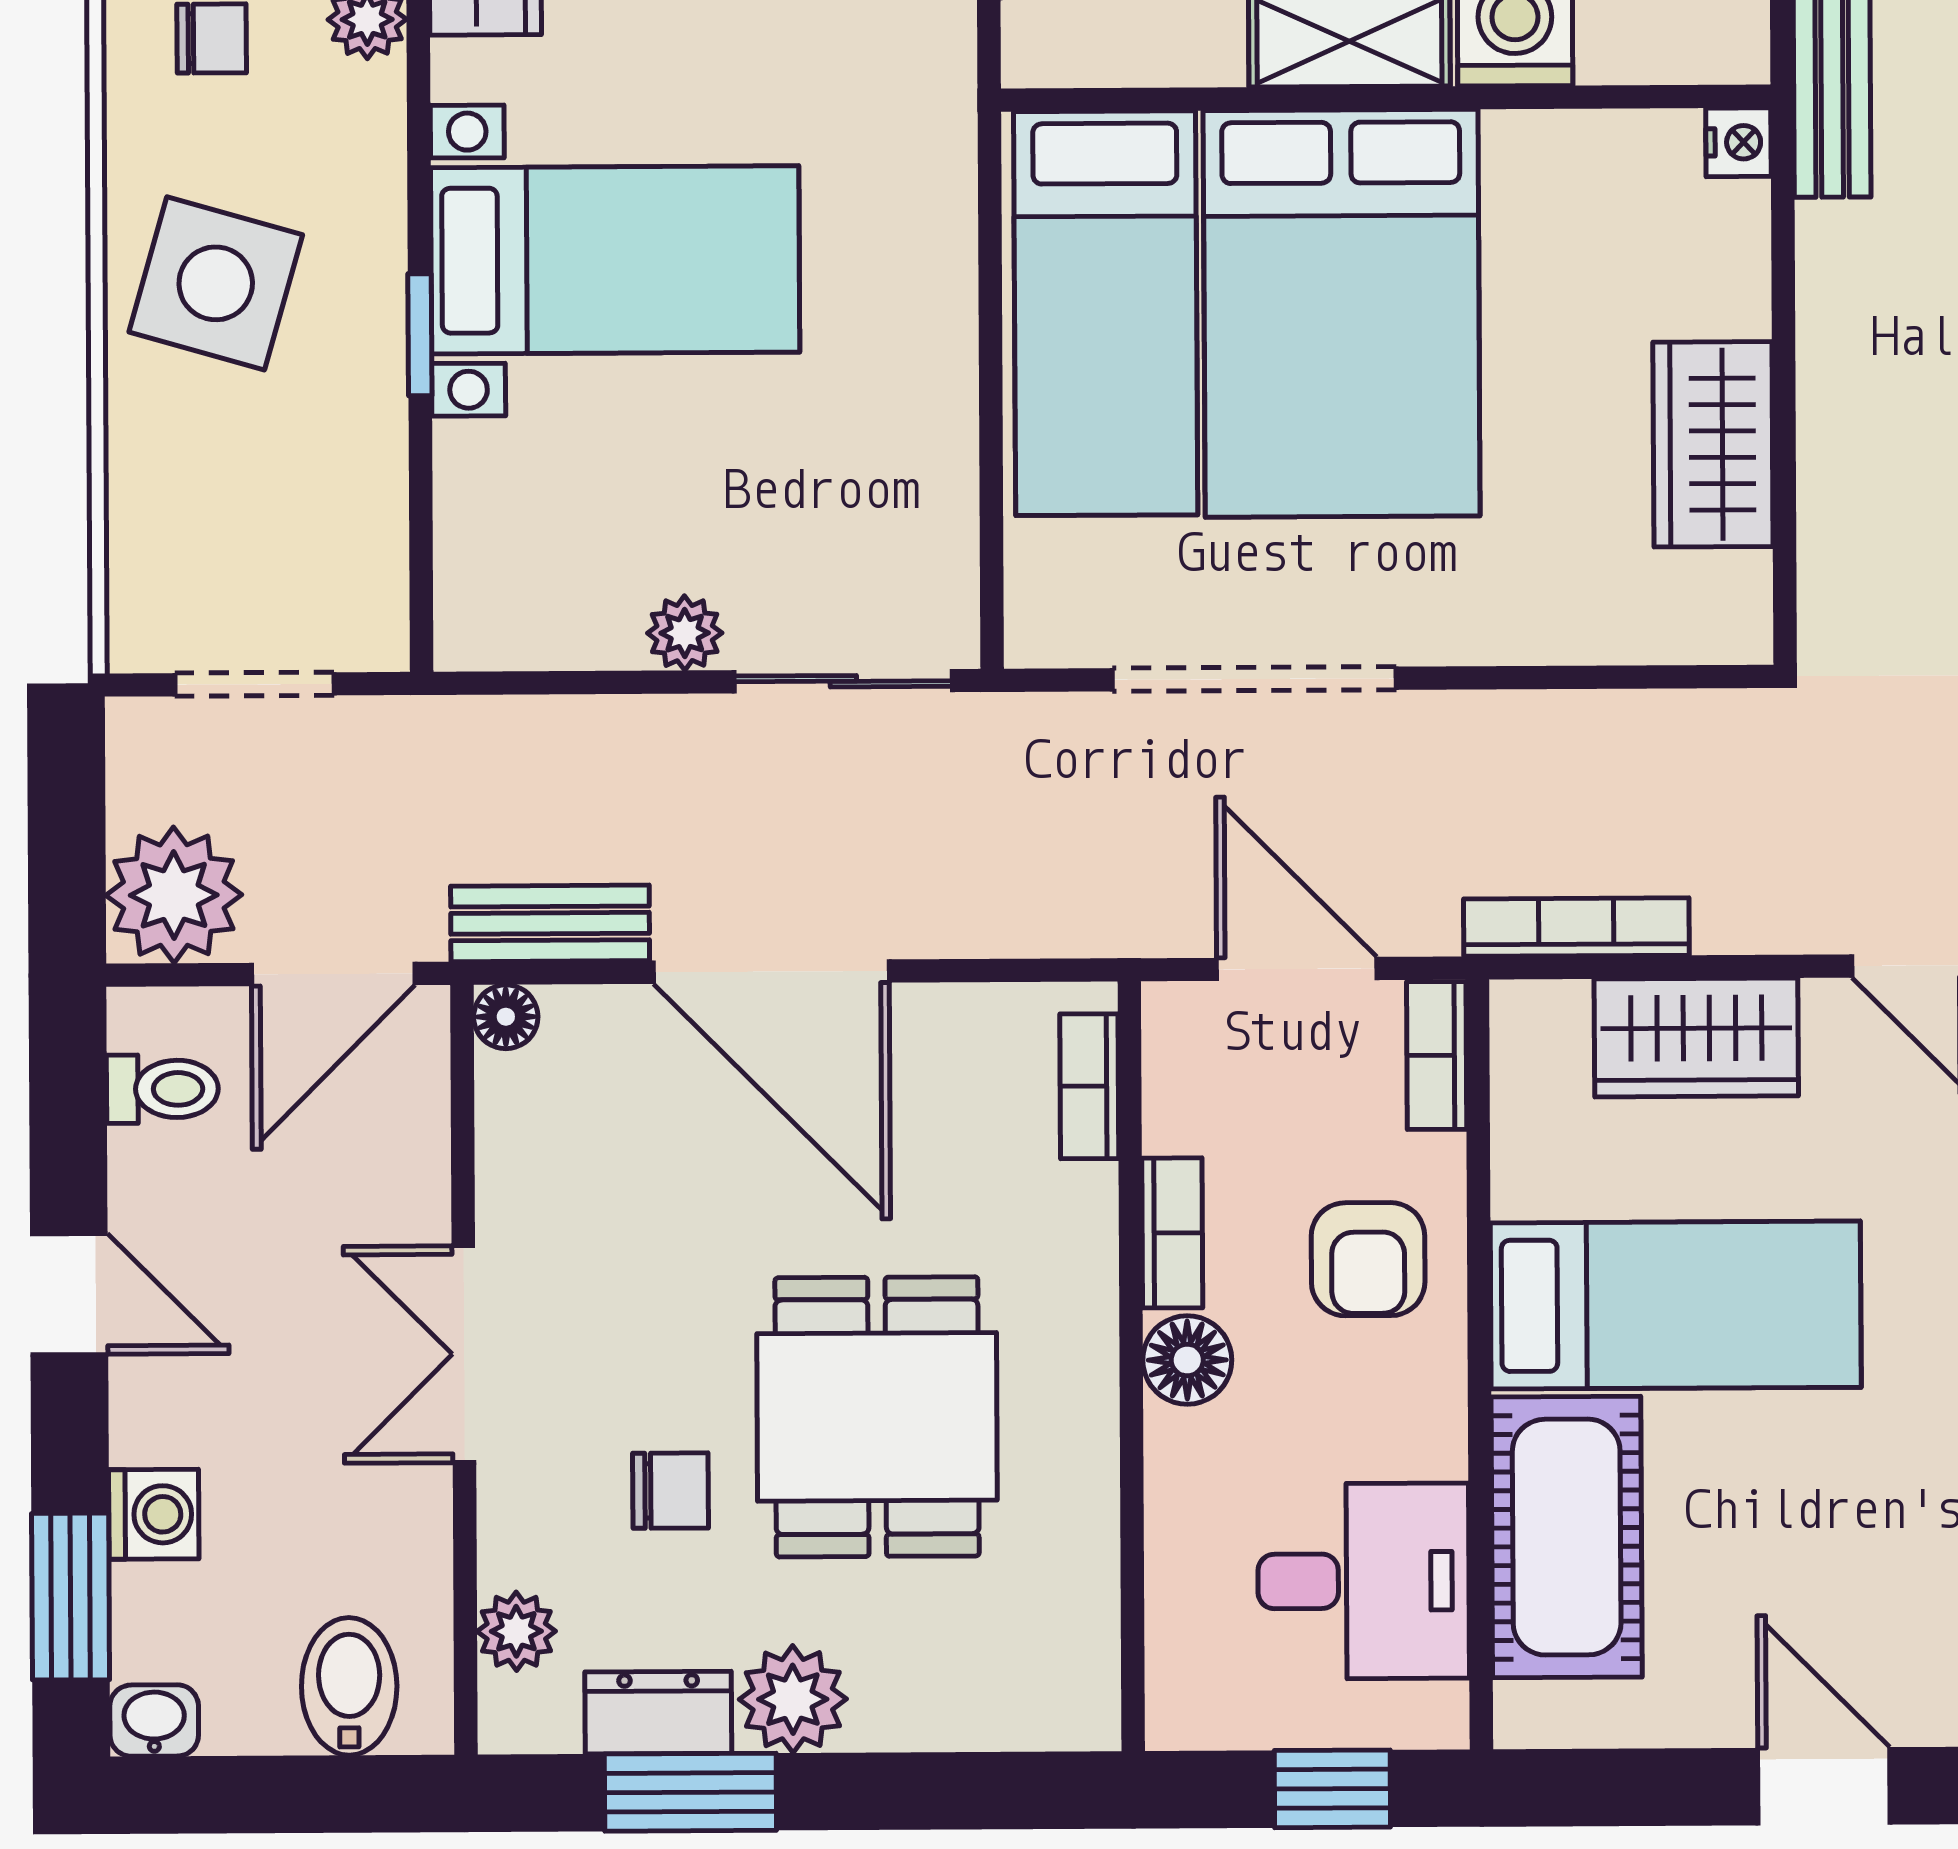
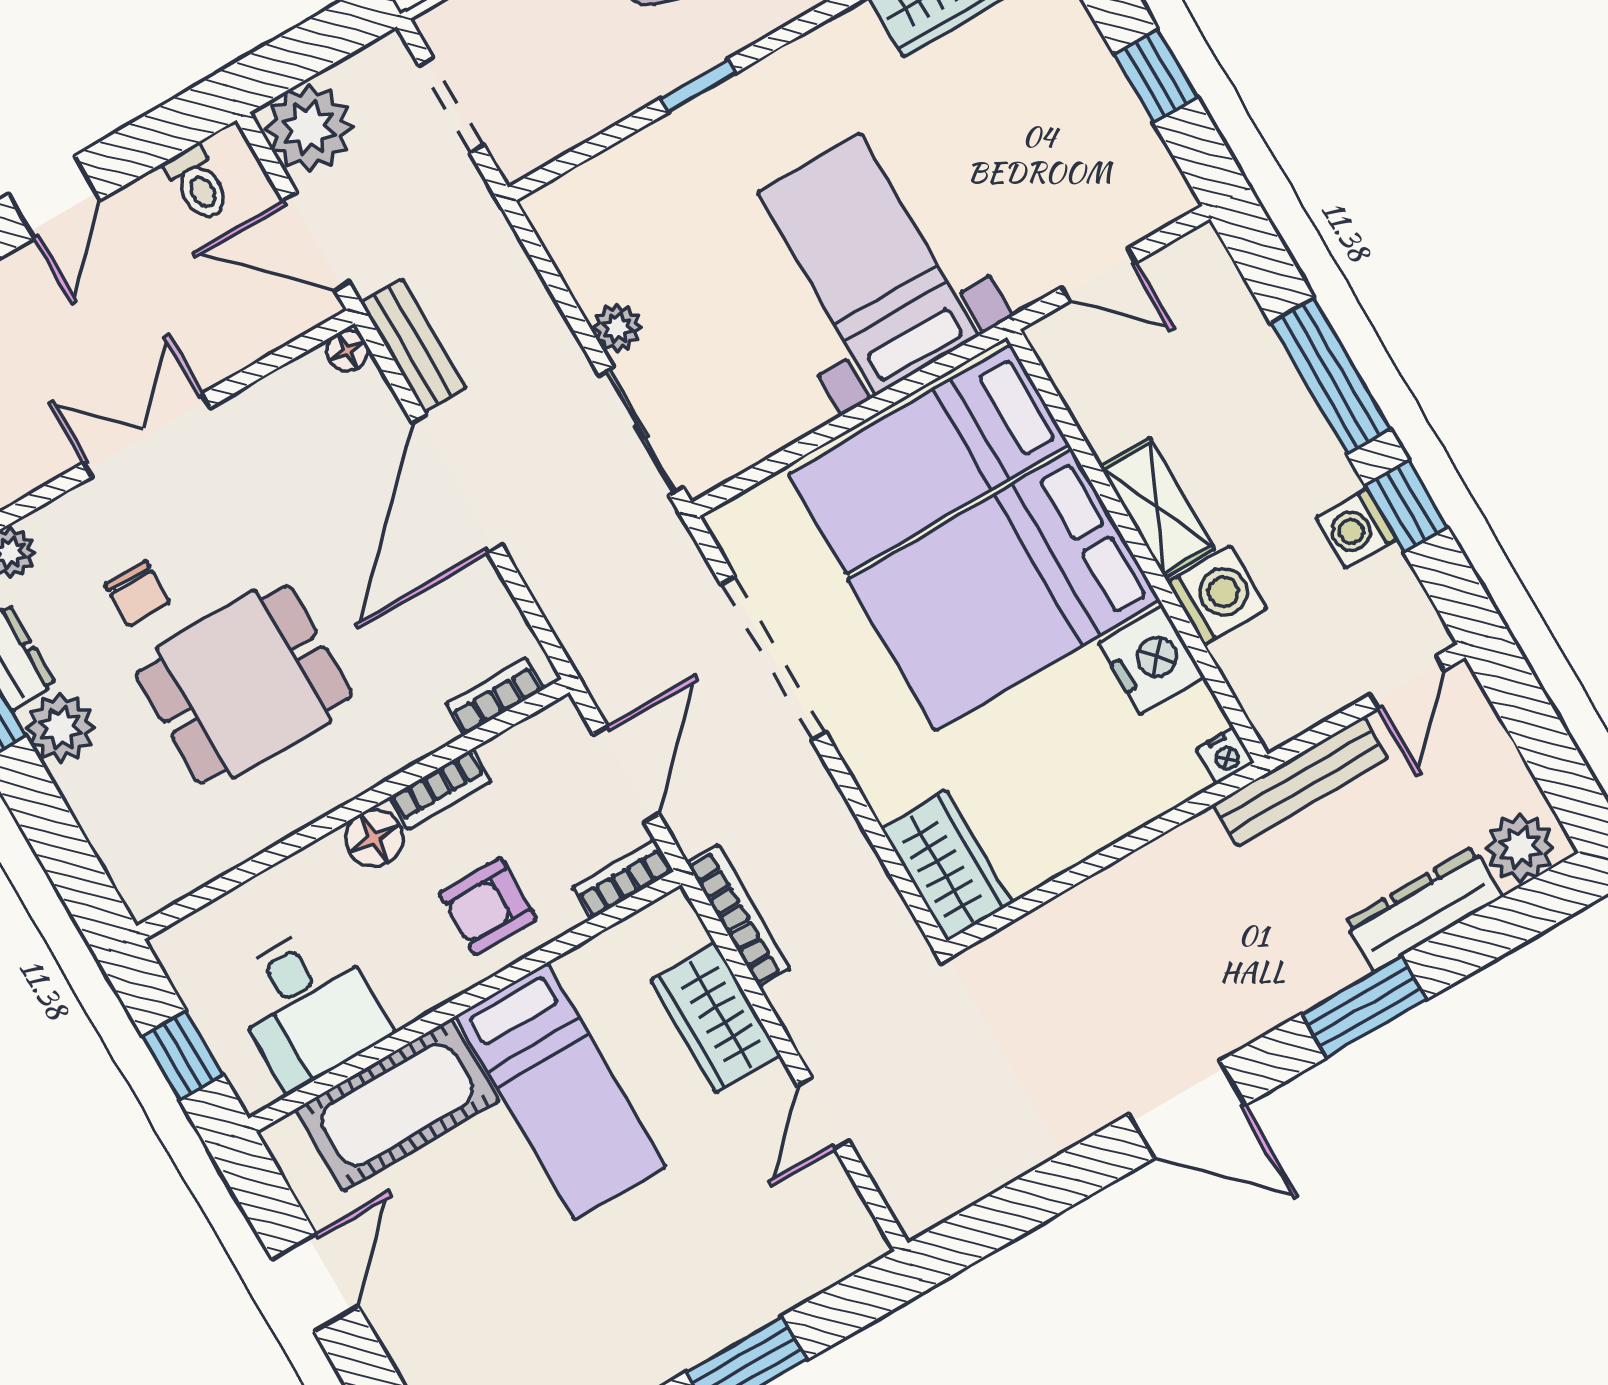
nightstand: (1551, 168) -> (1152, 660), added
bed with nightstands: (615, 260) -> (868, 264), moved, turned 180
wardrobe: (1713, 444) -> (947, 866), moved, turned 90
door: (1824, 1786) -> (315, 1283), moved

